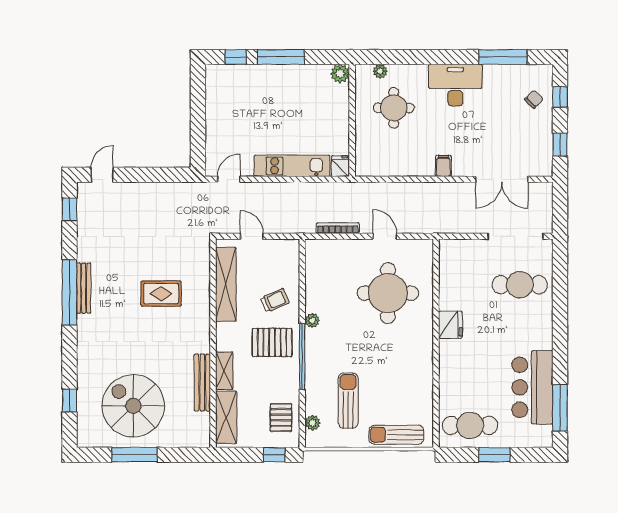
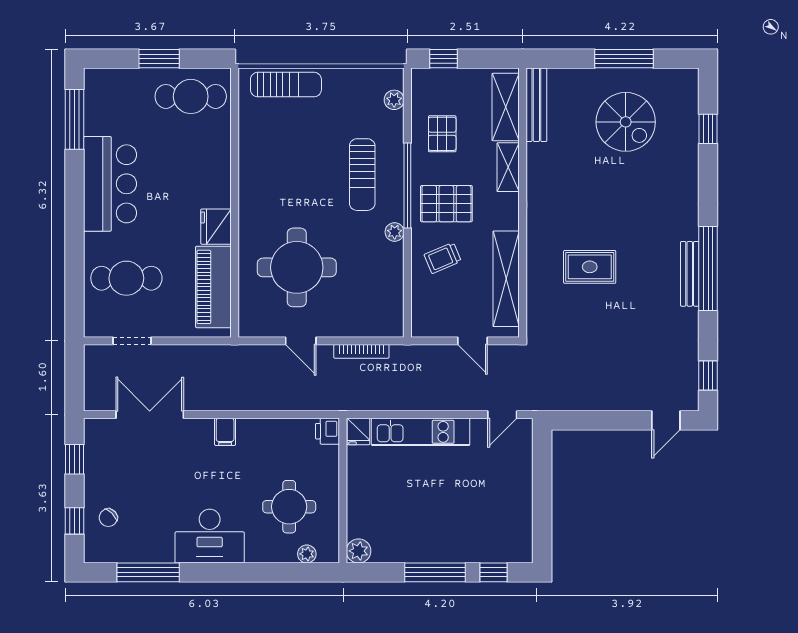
printer: (364, 166) -> (327, 431), added
doorway: (515, 236) -> (132, 341), width x0.53
piano: (452, 278) -> (213, 287), added
bench: (202, 382) -> (536, 105), moved
bar counter: (532, 387) -> (110, 184), moved
sun lounger: (348, 401) -> (362, 175), moved
spiral stairs: (133, 406) -> (626, 122), width x0.73, depth x0.73
pallet: (281, 418) -> (442, 134), moved

